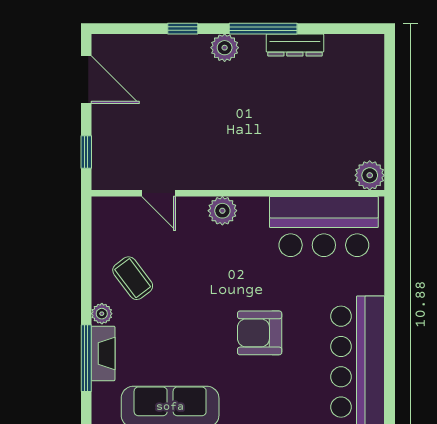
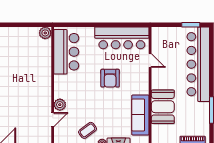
plant: (222, 211) -> (60, 105), moved

